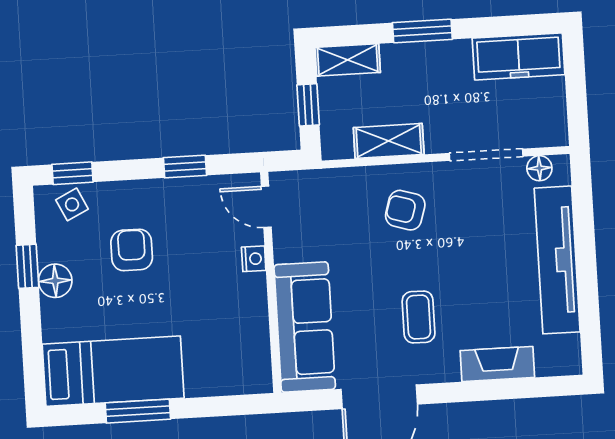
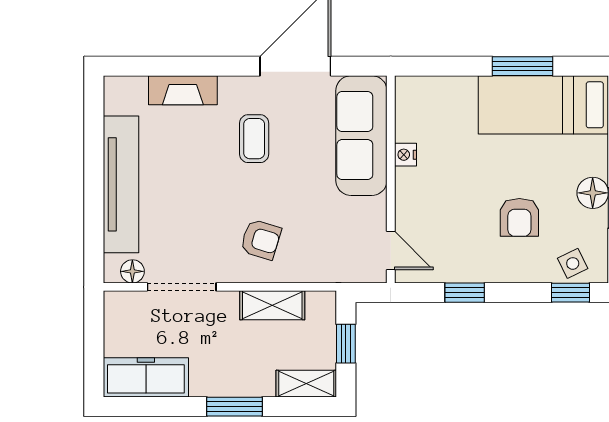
nightstand: (254, 259) -> (405, 155), moved

